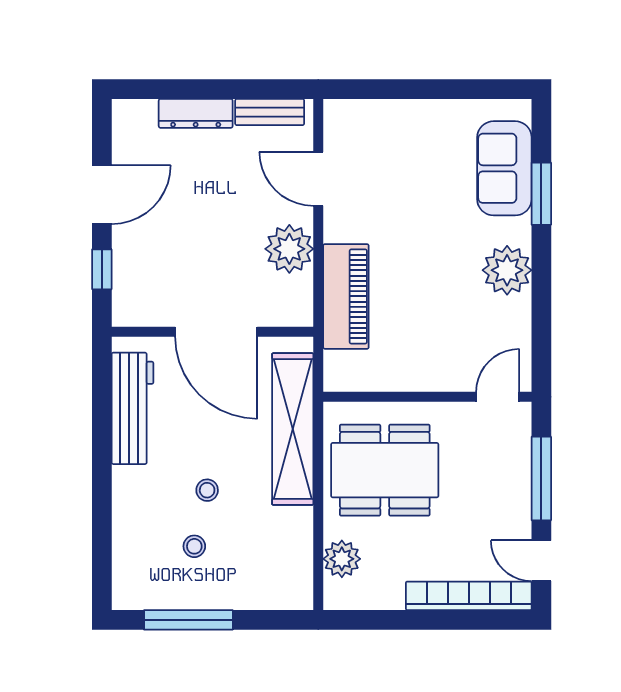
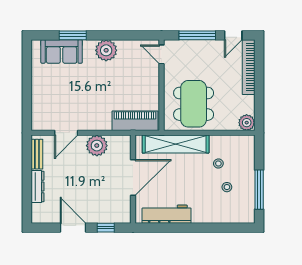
piano: (346, 296) -> (135, 121), moved
stool: (207, 490) -> (218, 163), moved
plant: (342, 559) -> (247, 123), moved

